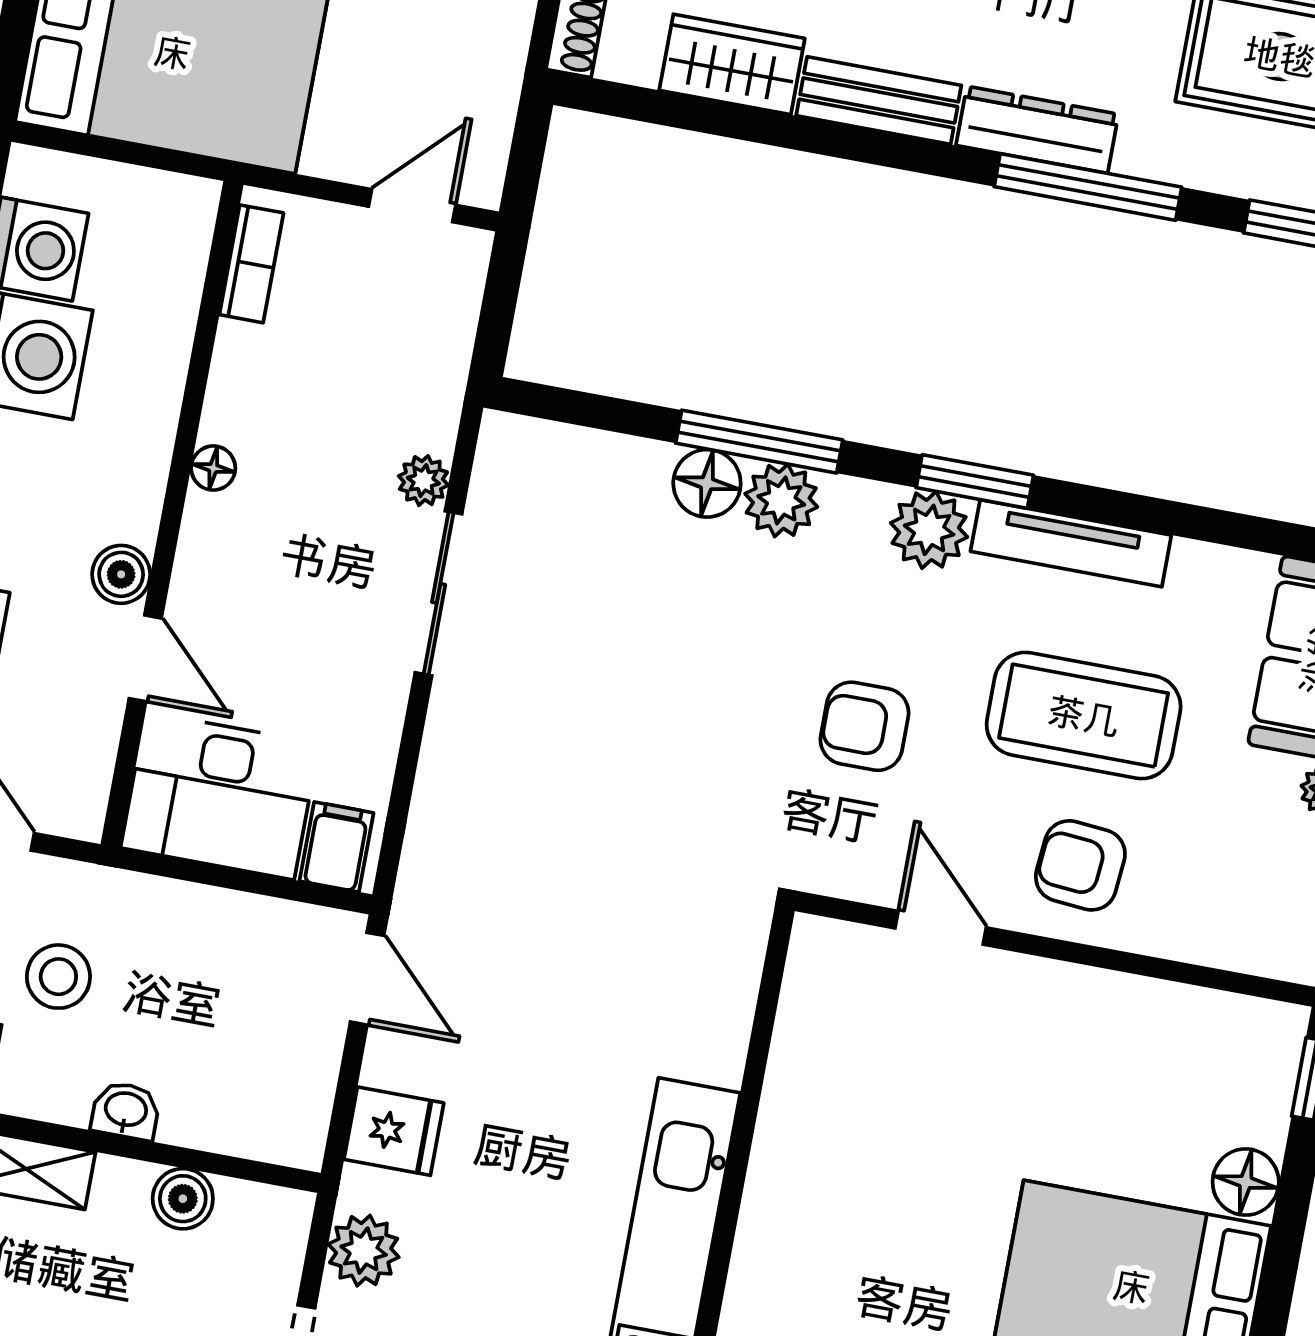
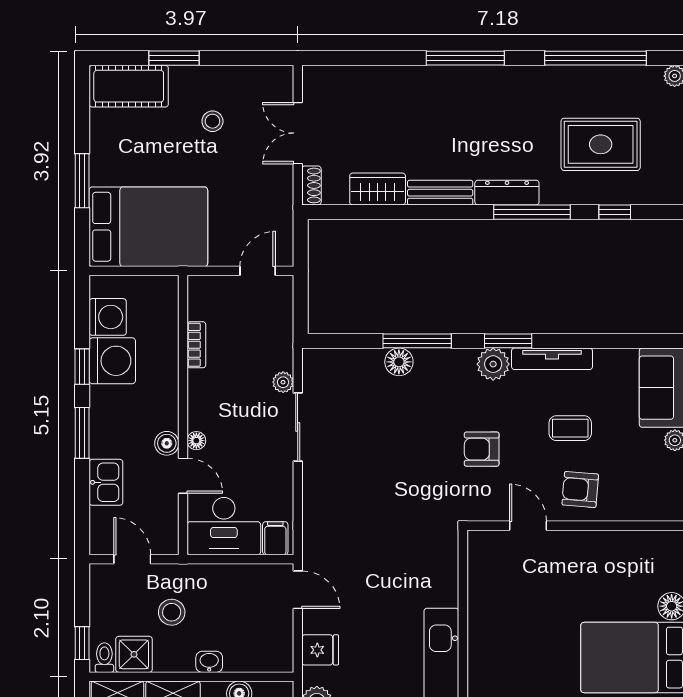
bookcase: (251, 264) -> (196, 345), moved
floor lamp: (213, 468) -> (196, 441), moved
plant: (781, 500) -> (431, 363), removed
coffee table: (1084, 716) -> (570, 428), width x0.54, depth x0.58

